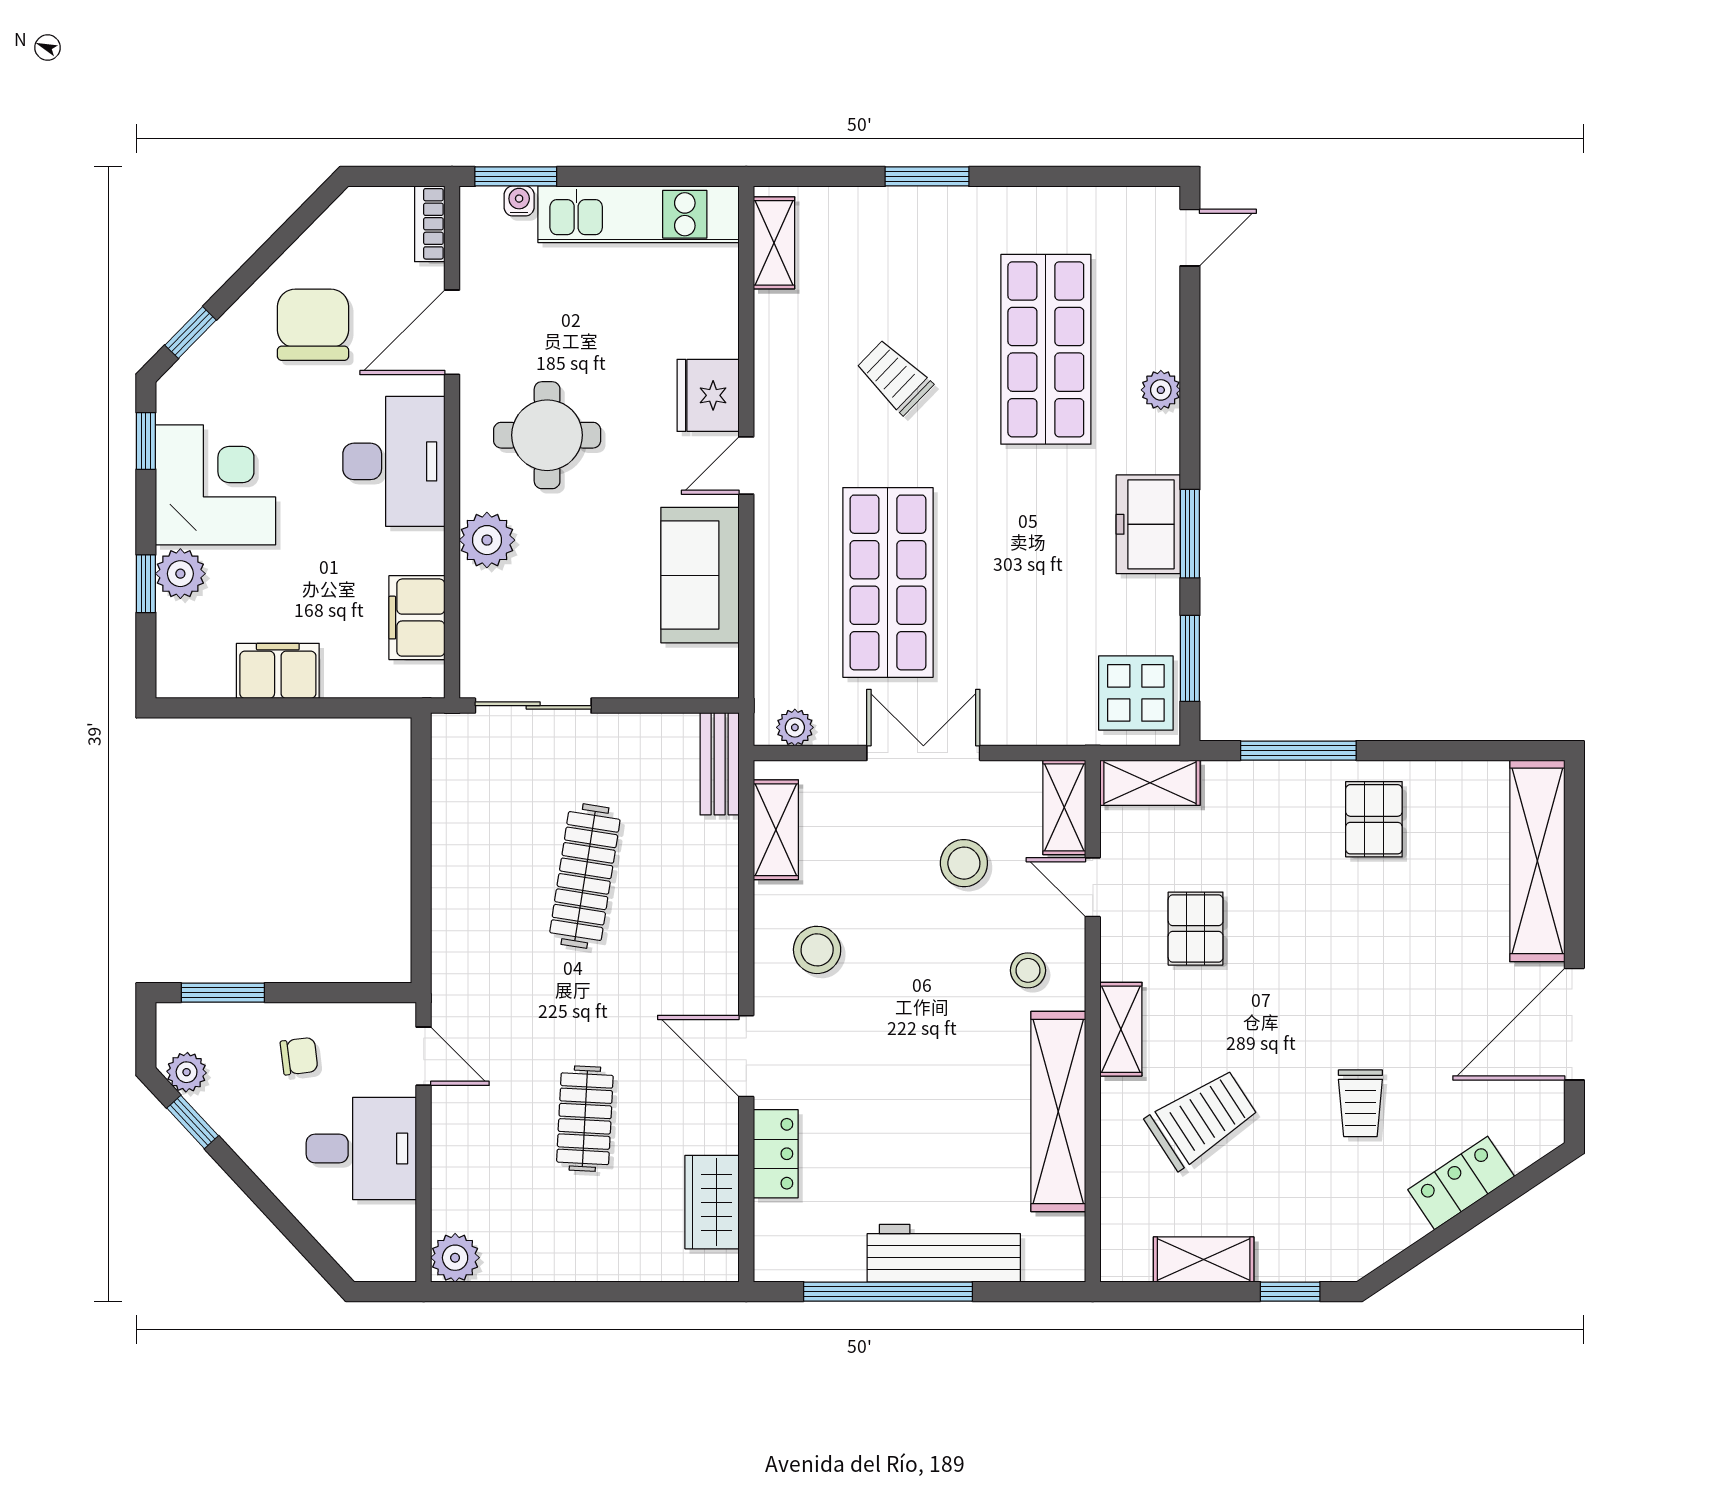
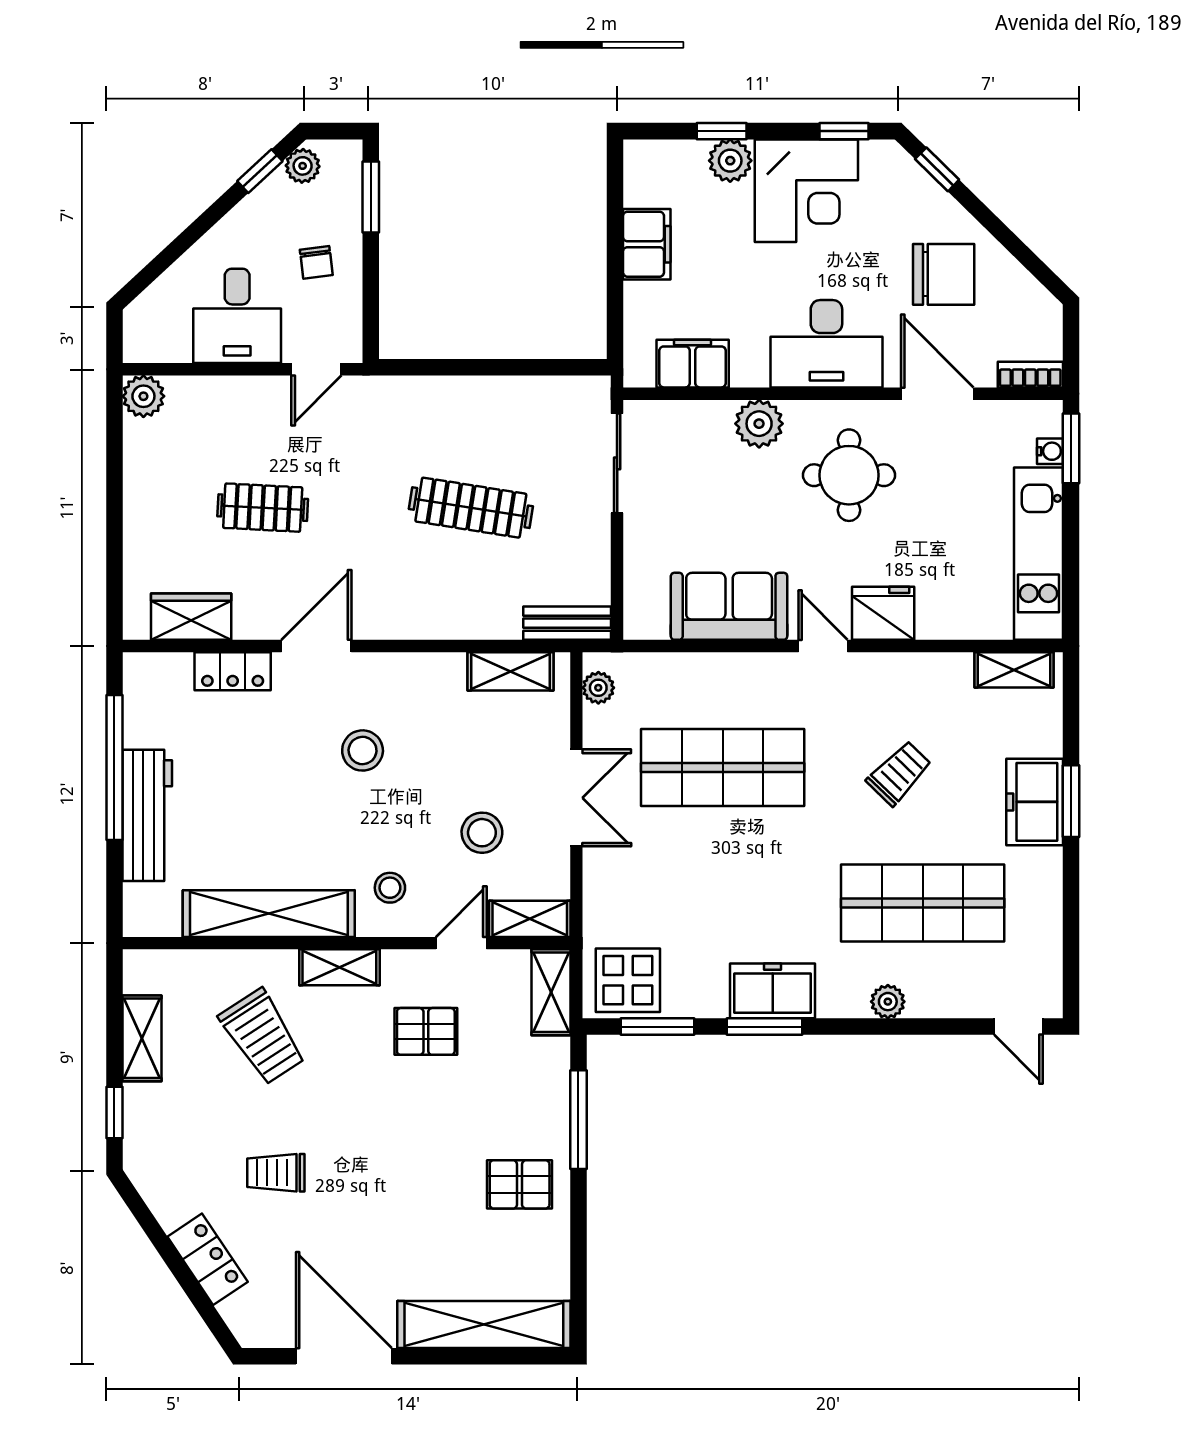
freezer: (928, 219) -> (1035, 802), added
stool: (817, 950) -> (363, 750), moved

